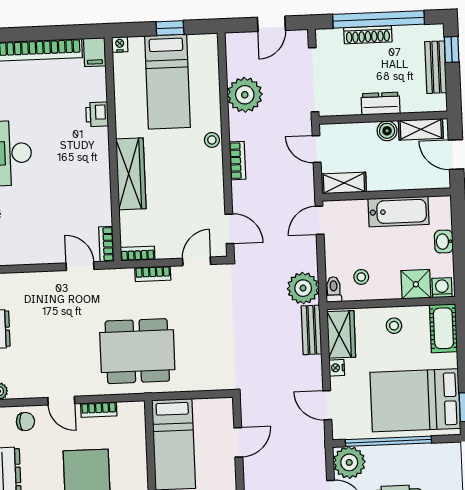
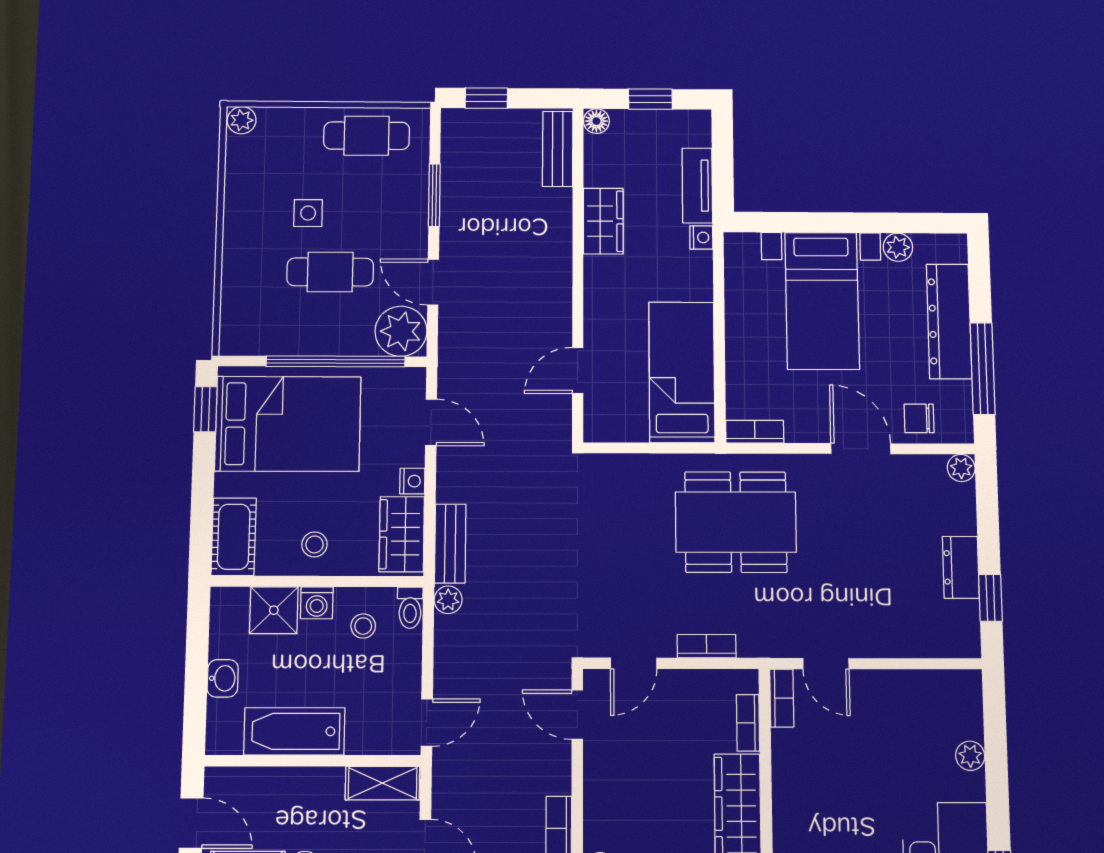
bookcase: (138, 254) -> (748, 723), moved, turned 90
plant: (303, 288) -> (448, 600), width x0.53, depth x0.53
washing machine: (442, 288) -> (317, 603), moved
door: (61, 401) -> (861, 449), width x1.38
bookcase: (99, 410) -> (755, 432), moved

